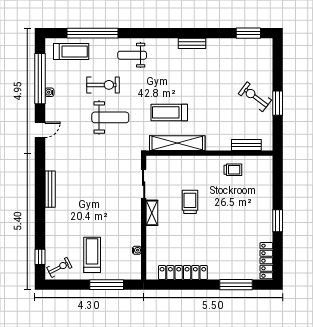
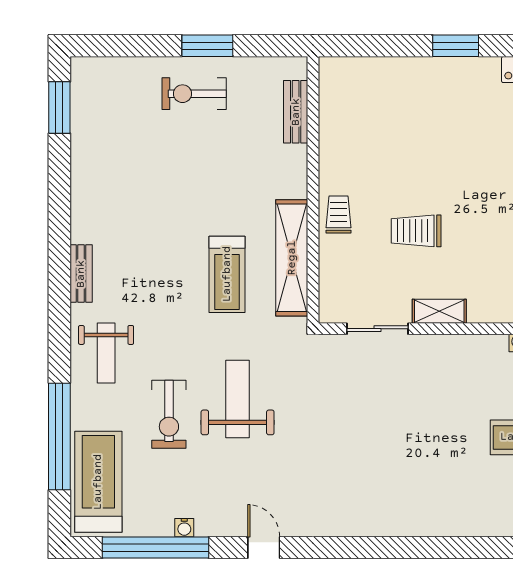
bench: (192, 43) -> (81, 274), moved
treadmill: (71, 51) -> (98, 482), width x1.37, depth x1.38
exercise bike: (103, 85) -> (169, 414), turned 180
exercise bike: (255, 97) -> (194, 94), turned 53
trolley: (233, 170) -> (338, 214), moved
bench: (50, 189) -> (389, 526), removed

